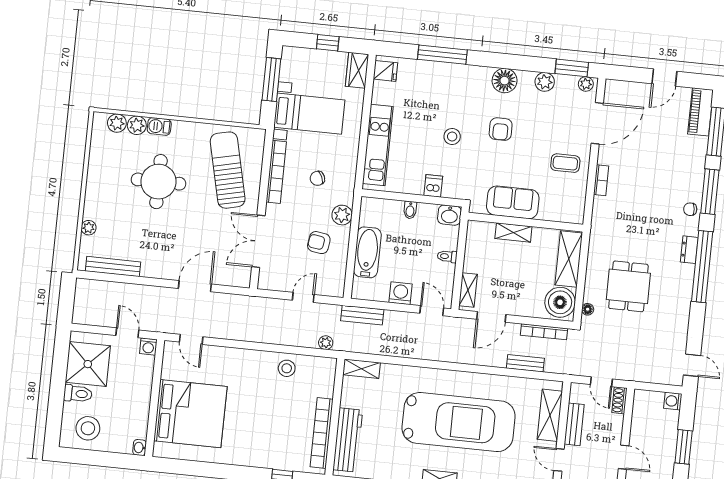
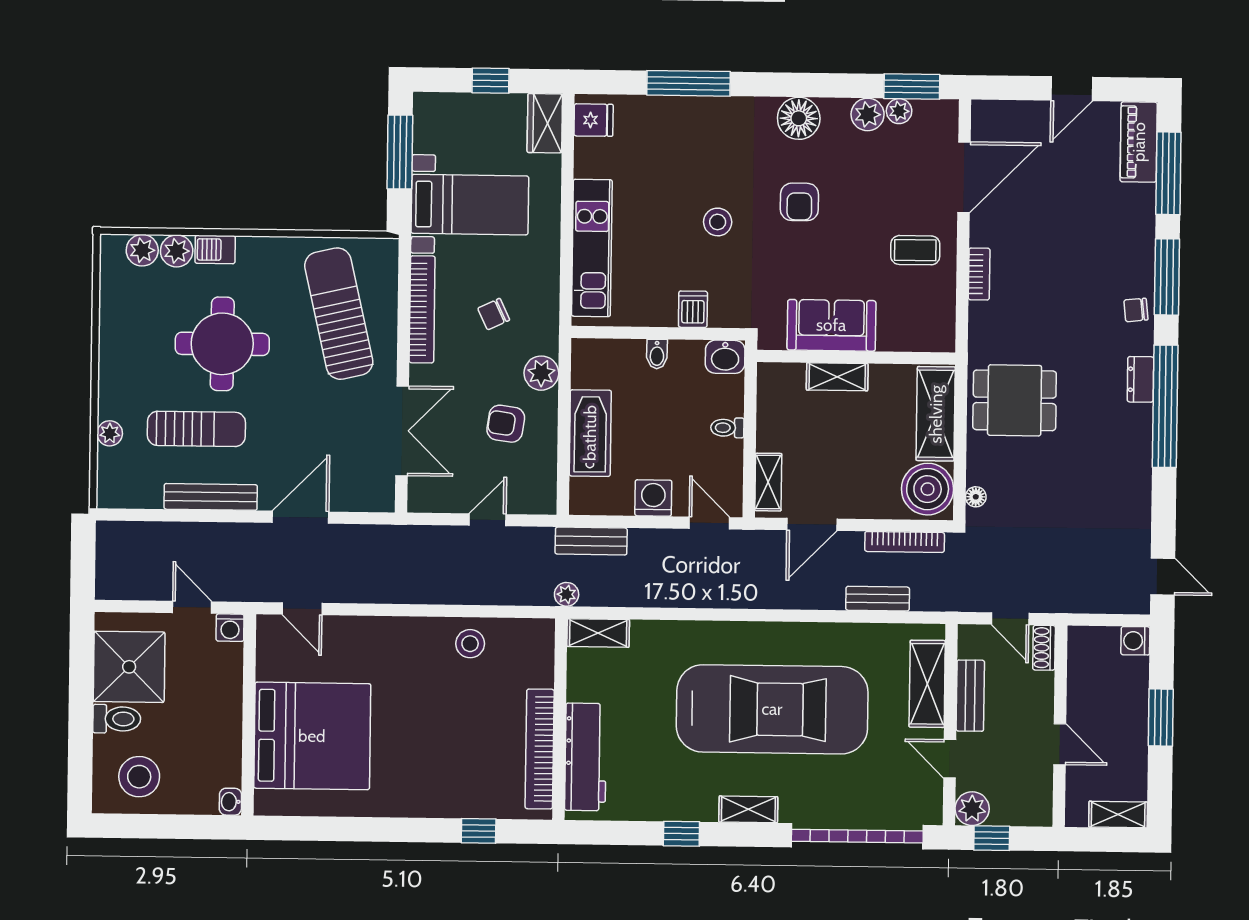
plant: (586, 84) -> (899, 111), moved
sun lounger: (139, 230) -> (196, 429), added
double door: (258, 241) -> (402, 431), swing flipped
bench: (113, 267) -> (211, 497), moved
dining table: (628, 286) -> (1015, 400), moved, turned 90
plant: (326, 343) -> (567, 594), moved

